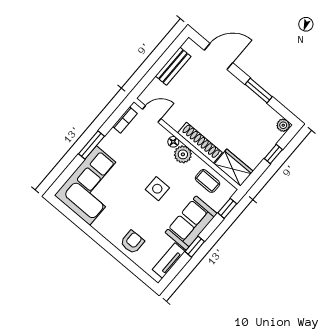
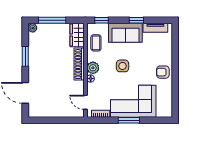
bench: (173, 66) -> (51, 112), removed
window: (273, 154) -> (52, 20), width x2.17
corner sofa: (93, 185) -> (133, 101), moved
armchair: (132, 242) -> (163, 72), moved

